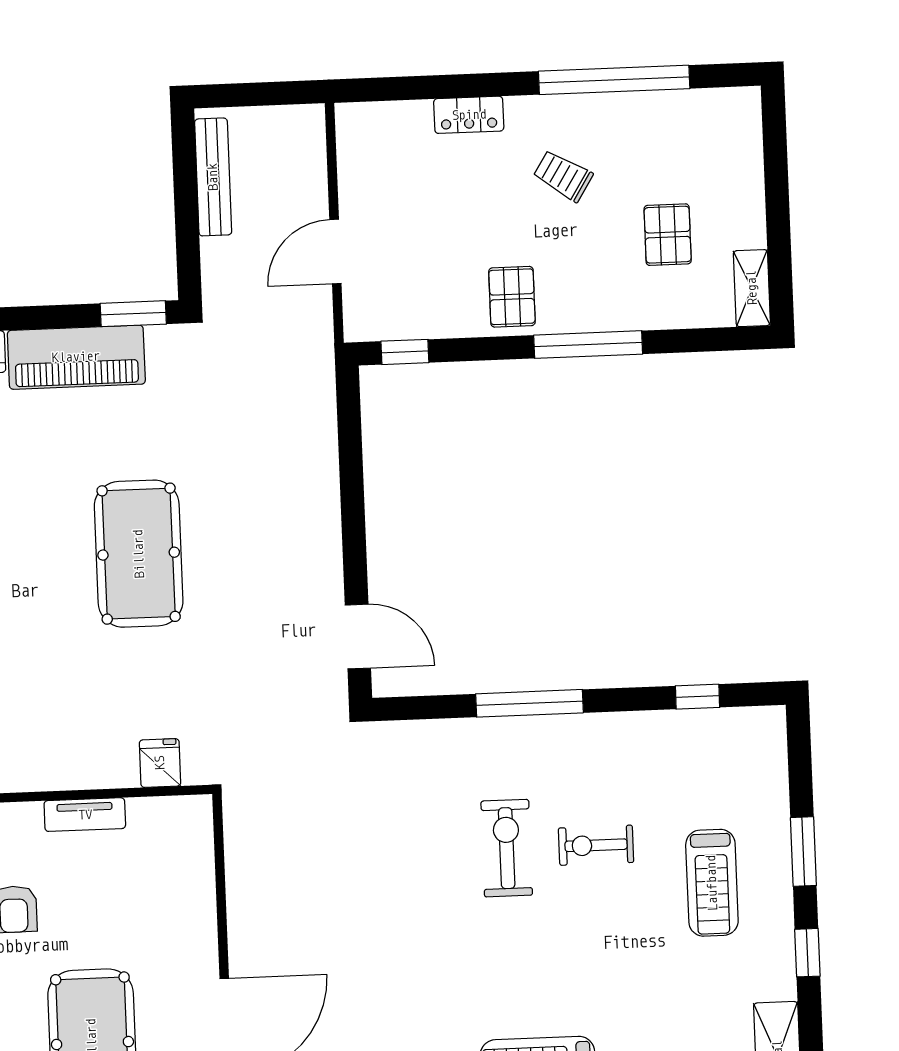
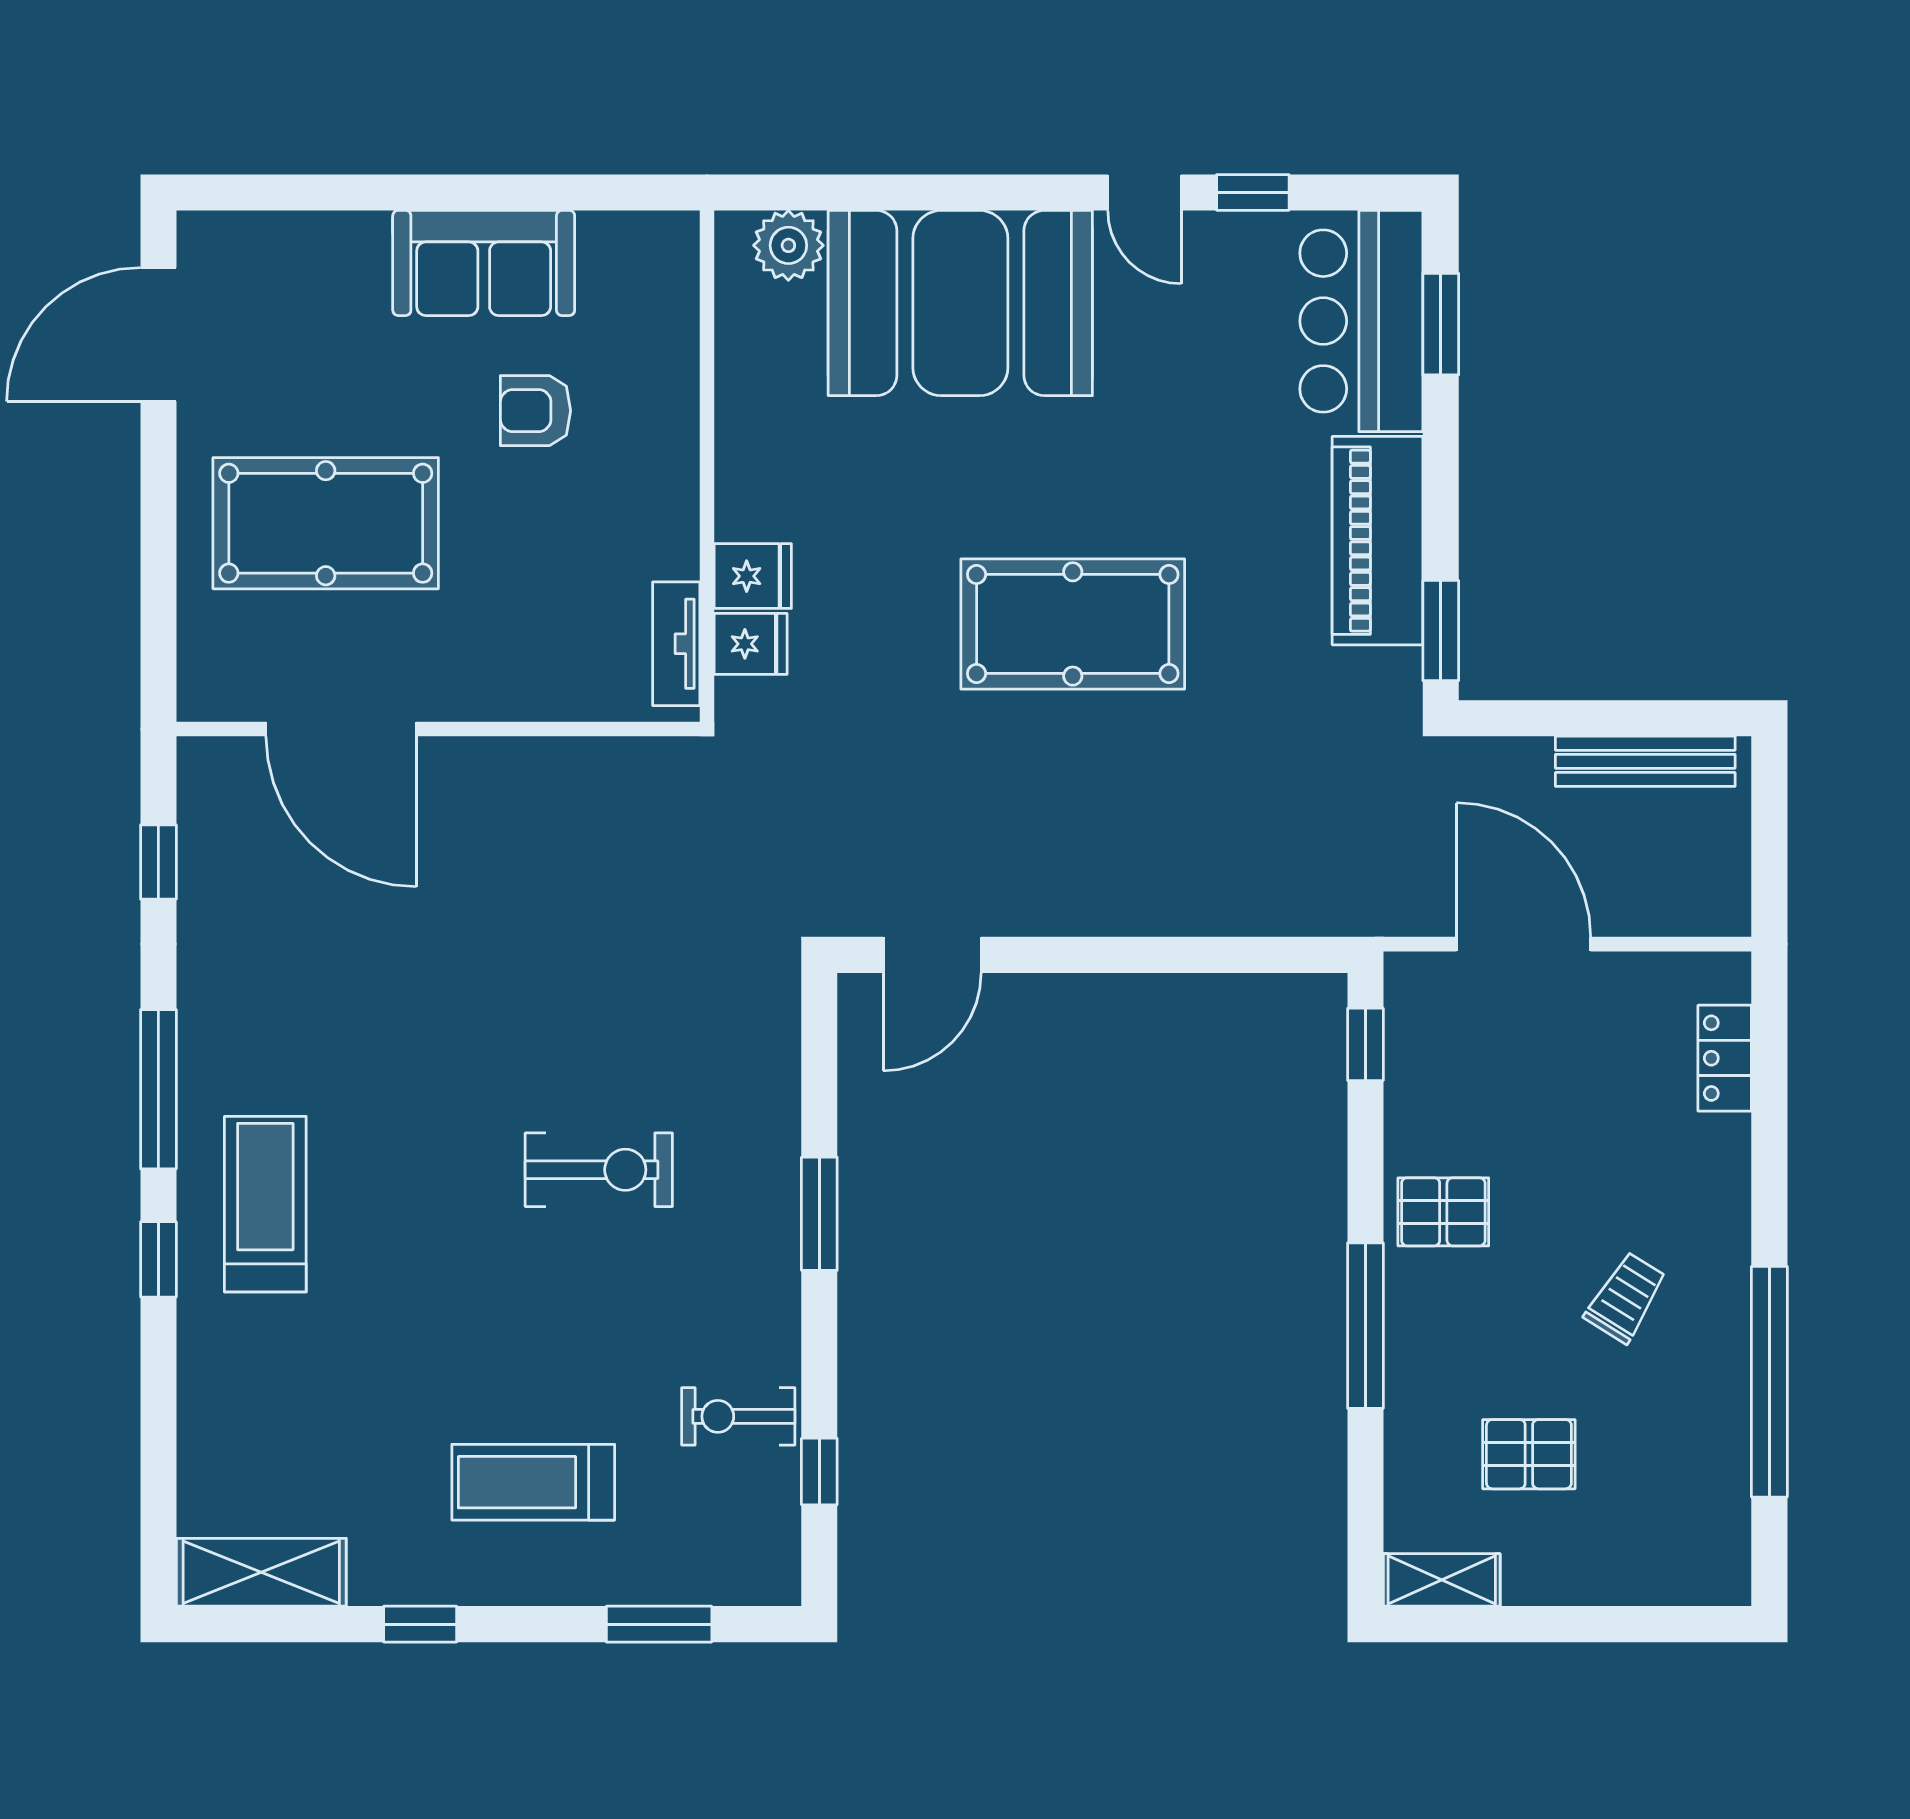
locker: (469, 115) -> (1725, 1058), moved
door: (335, 252) -> (1524, 944), width x1.36
window: (530, 703) -> (819, 1214), width x0.69
fridge: (116, 763) -> (753, 576), added
tv unit: (85, 815) -> (676, 644), moved
exercise bike: (596, 845) -> (738, 1416), moved, turned -90
window: (803, 852) -> (659, 1624), moved

